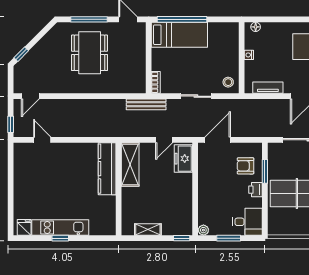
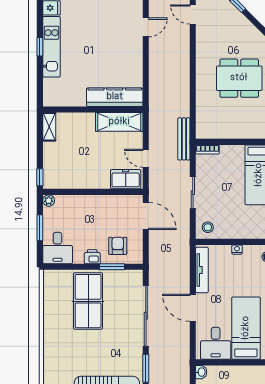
tv unit: (268, 88) -> (202, 270), width x1.41
shelving: (148, 230) -> (49, 127), moved

